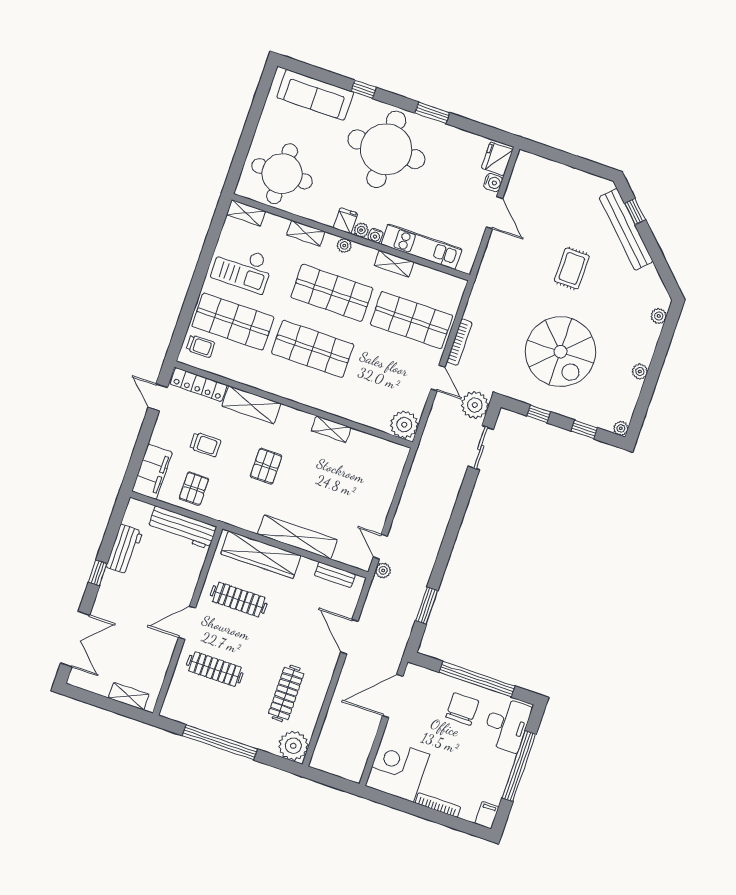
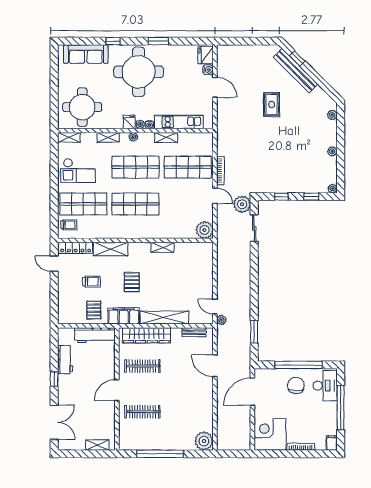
spiral stairs: (560, 352) -> (282, 156), removed
filing cabinet: (152, 472) -> (124, 316), moved, turned -90
clothes rail: (286, 693) -> (189, 412), removed

